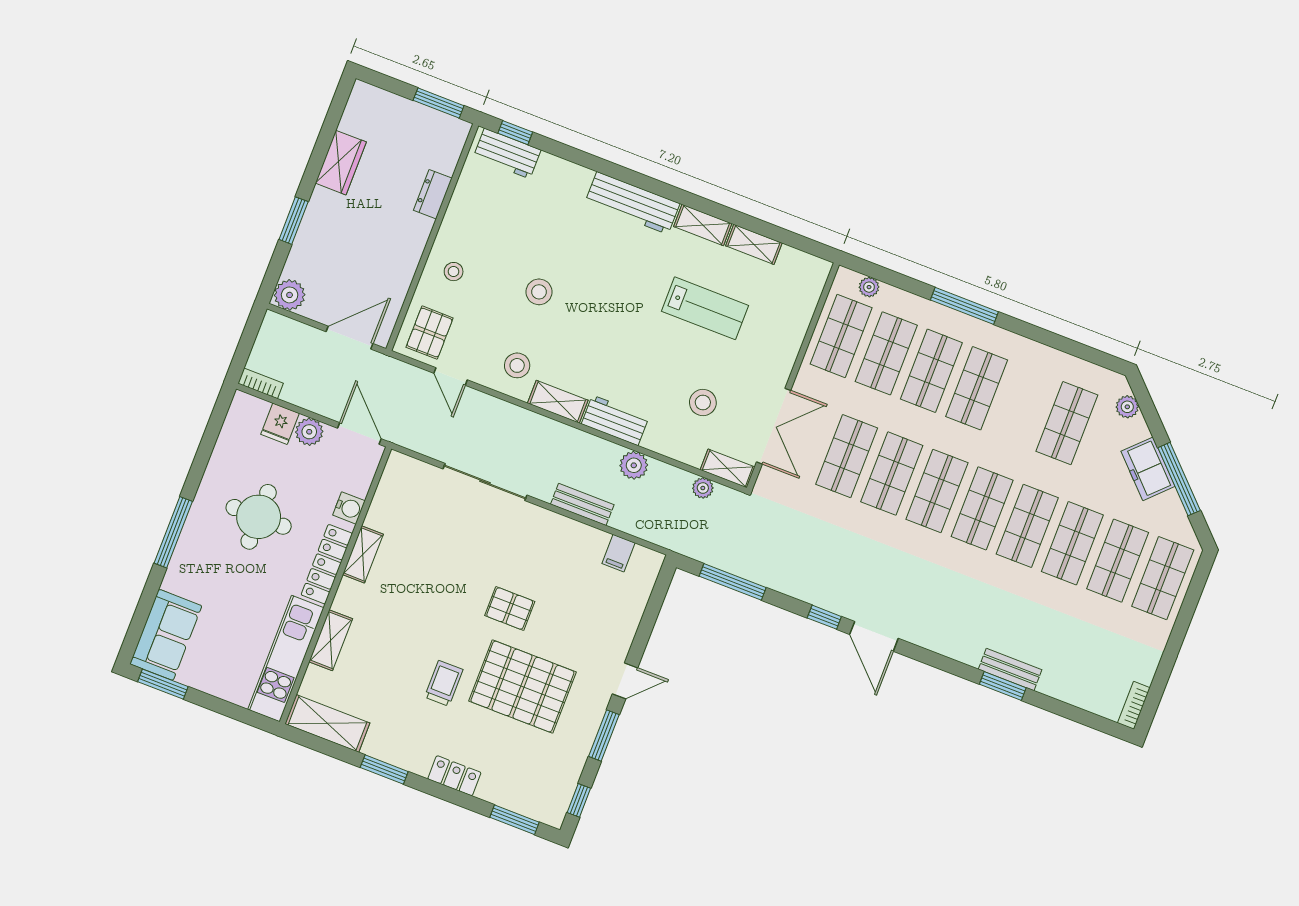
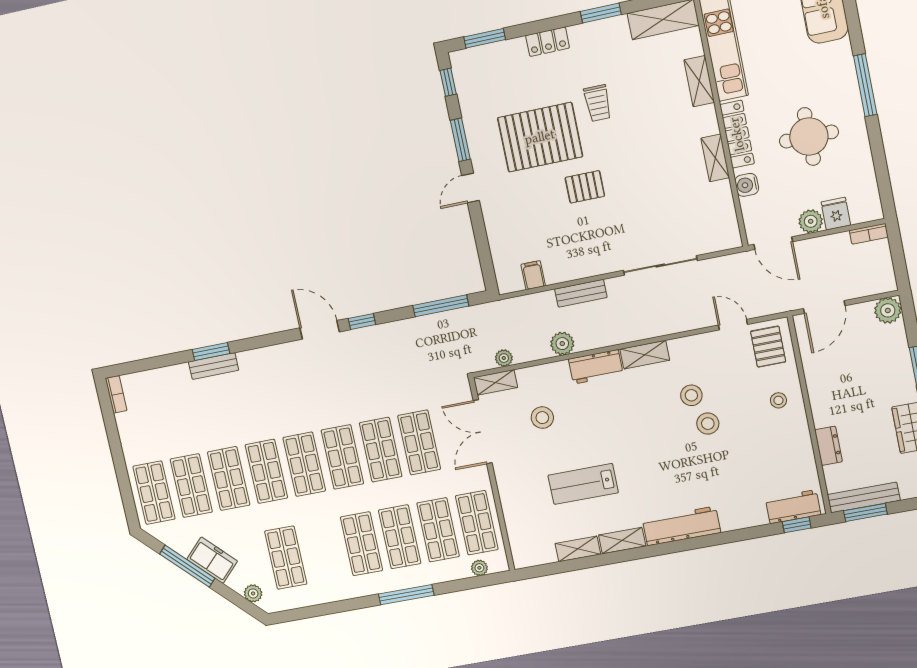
bench: (431, 120) -> (864, 497), added
stool: (517, 365) -> (691, 395), moved

